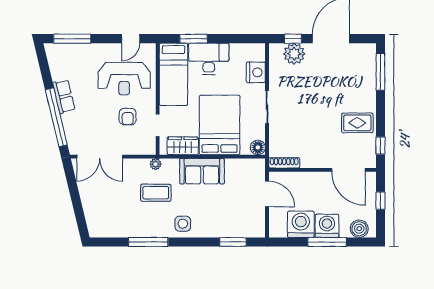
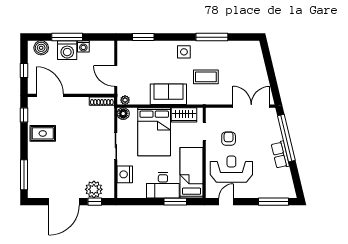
plant: (156, 164) -> (125, 100), moved
washing machine: (301, 224) -> (83, 46), width x0.53, depth x0.53

